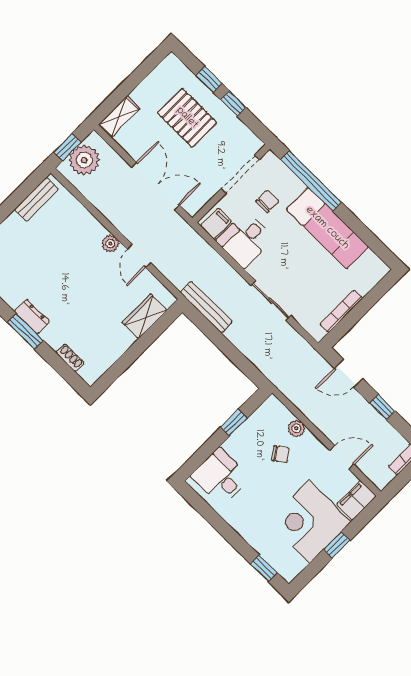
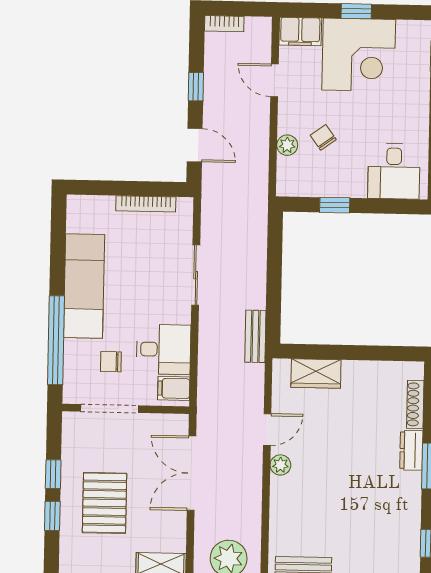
bench: (206, 307) -> (255, 336), width x0.73
dresser: (32, 317) -> (411, 450), moved
shoe rack: (70, 358) -> (415, 404), width x1.43

